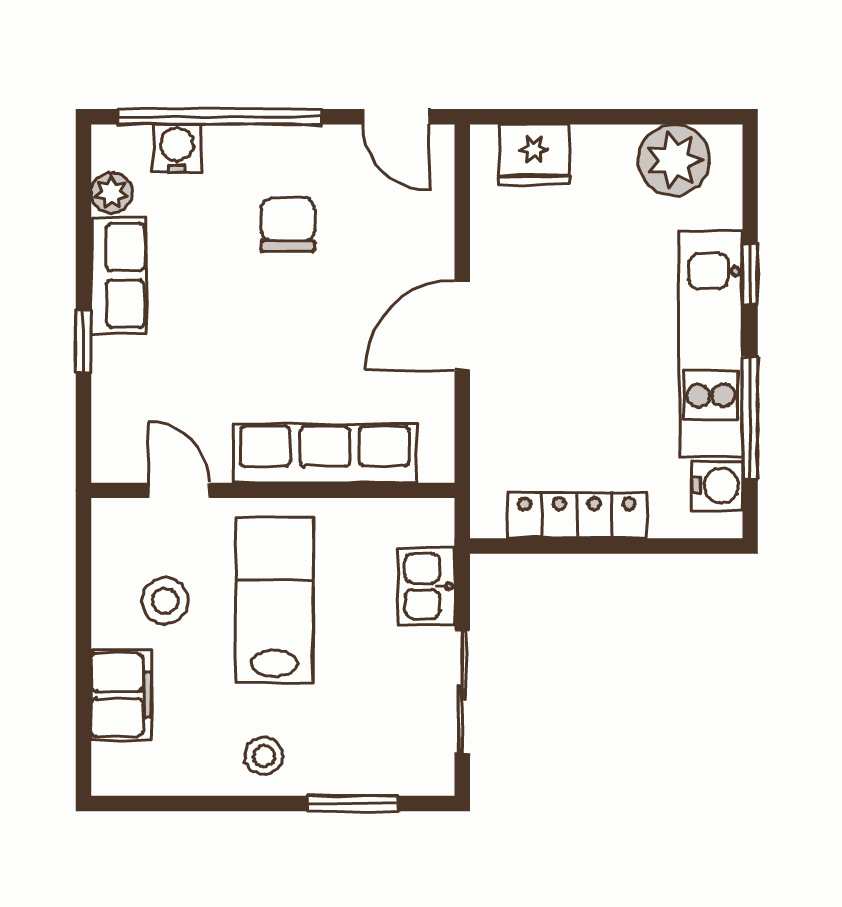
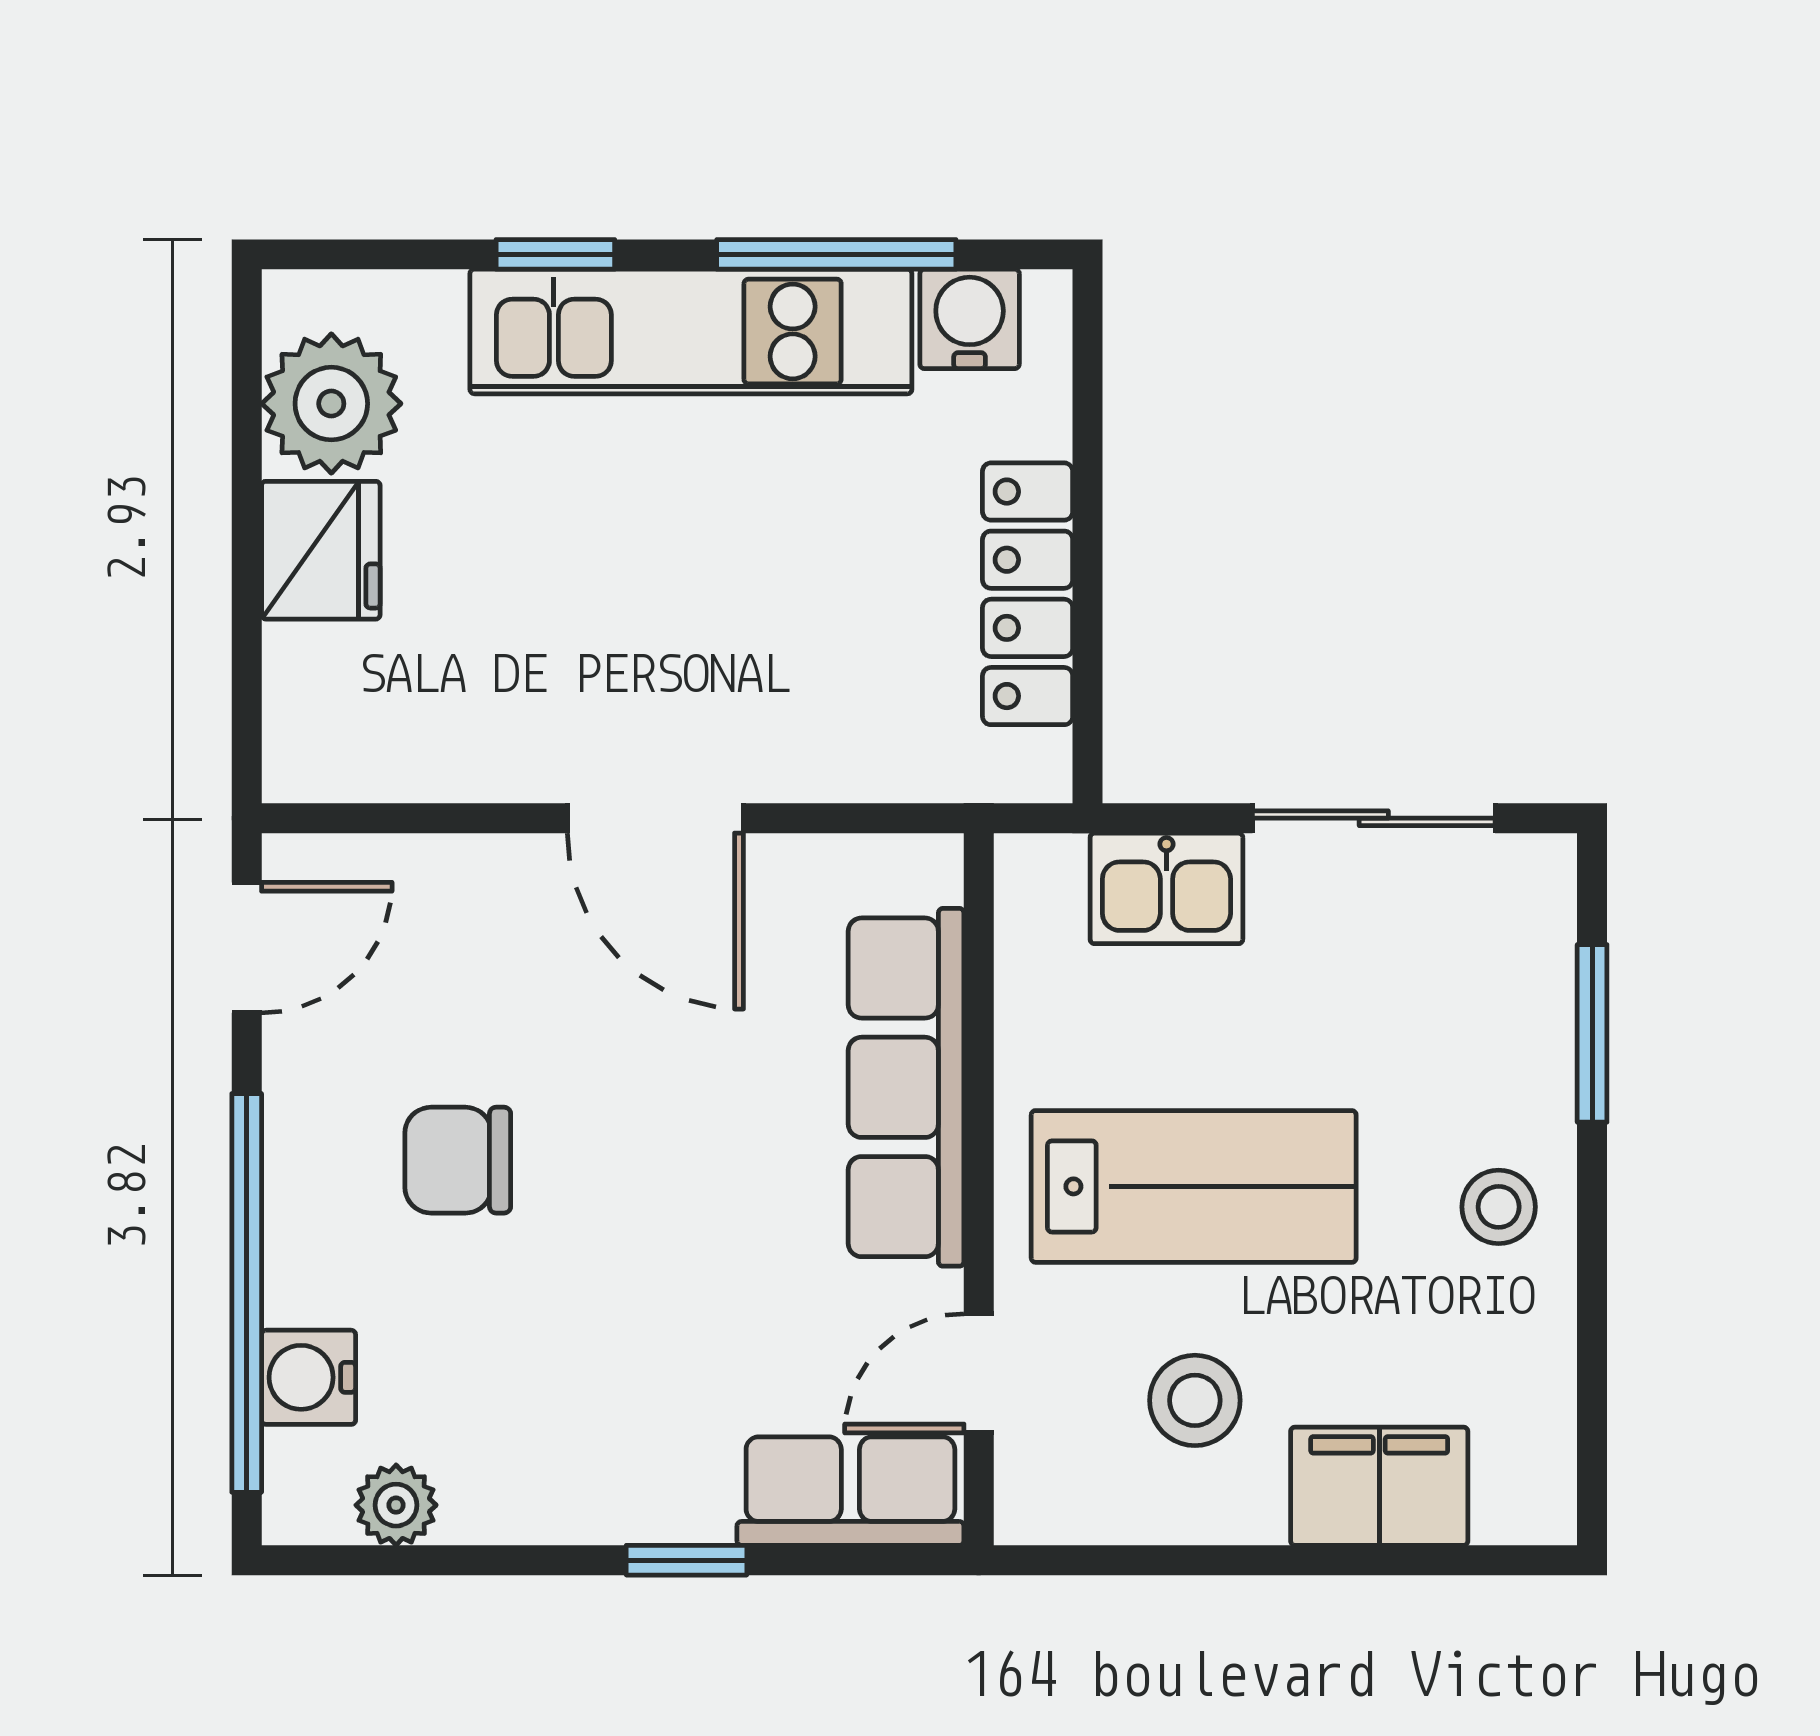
fridge: (534, 155) -> (321, 550), moved
row of seats: (119, 275) -> (850, 1491), moved
lab bench: (274, 600) -> (1194, 1186), turned 180

